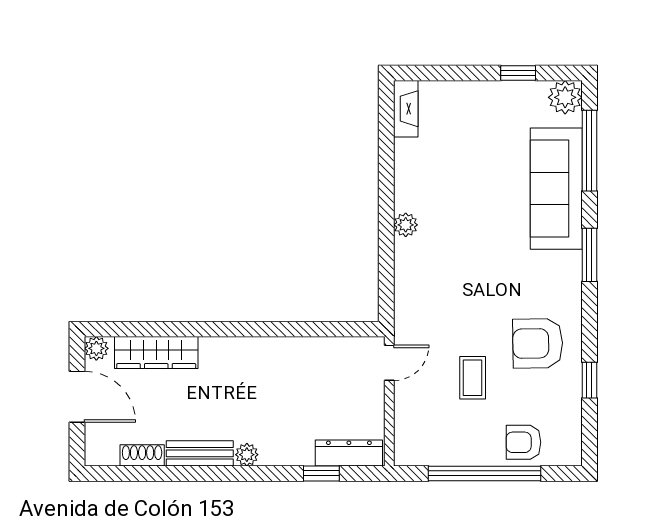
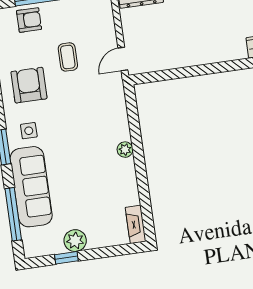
plant: (565, 97) -> (75, 241), moved
side table: (548, 274) -> (29, 131), added
armchair: (538, 343) -> (29, 85), turned -89

